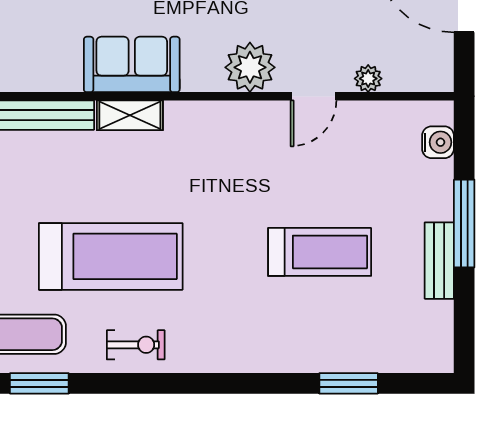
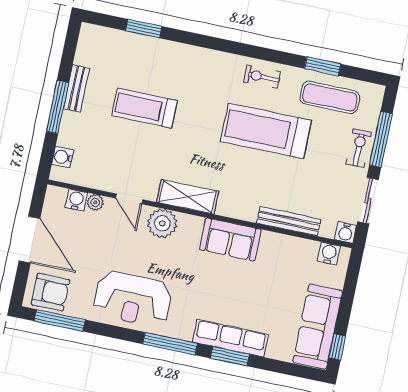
water cooler: (401, 76) -> (76, 200), added
door: (313, 96) -> (129, 199), swing flipped
shelving: (130, 115) -> (188, 197), moved, width x1.50, depth x1.33

